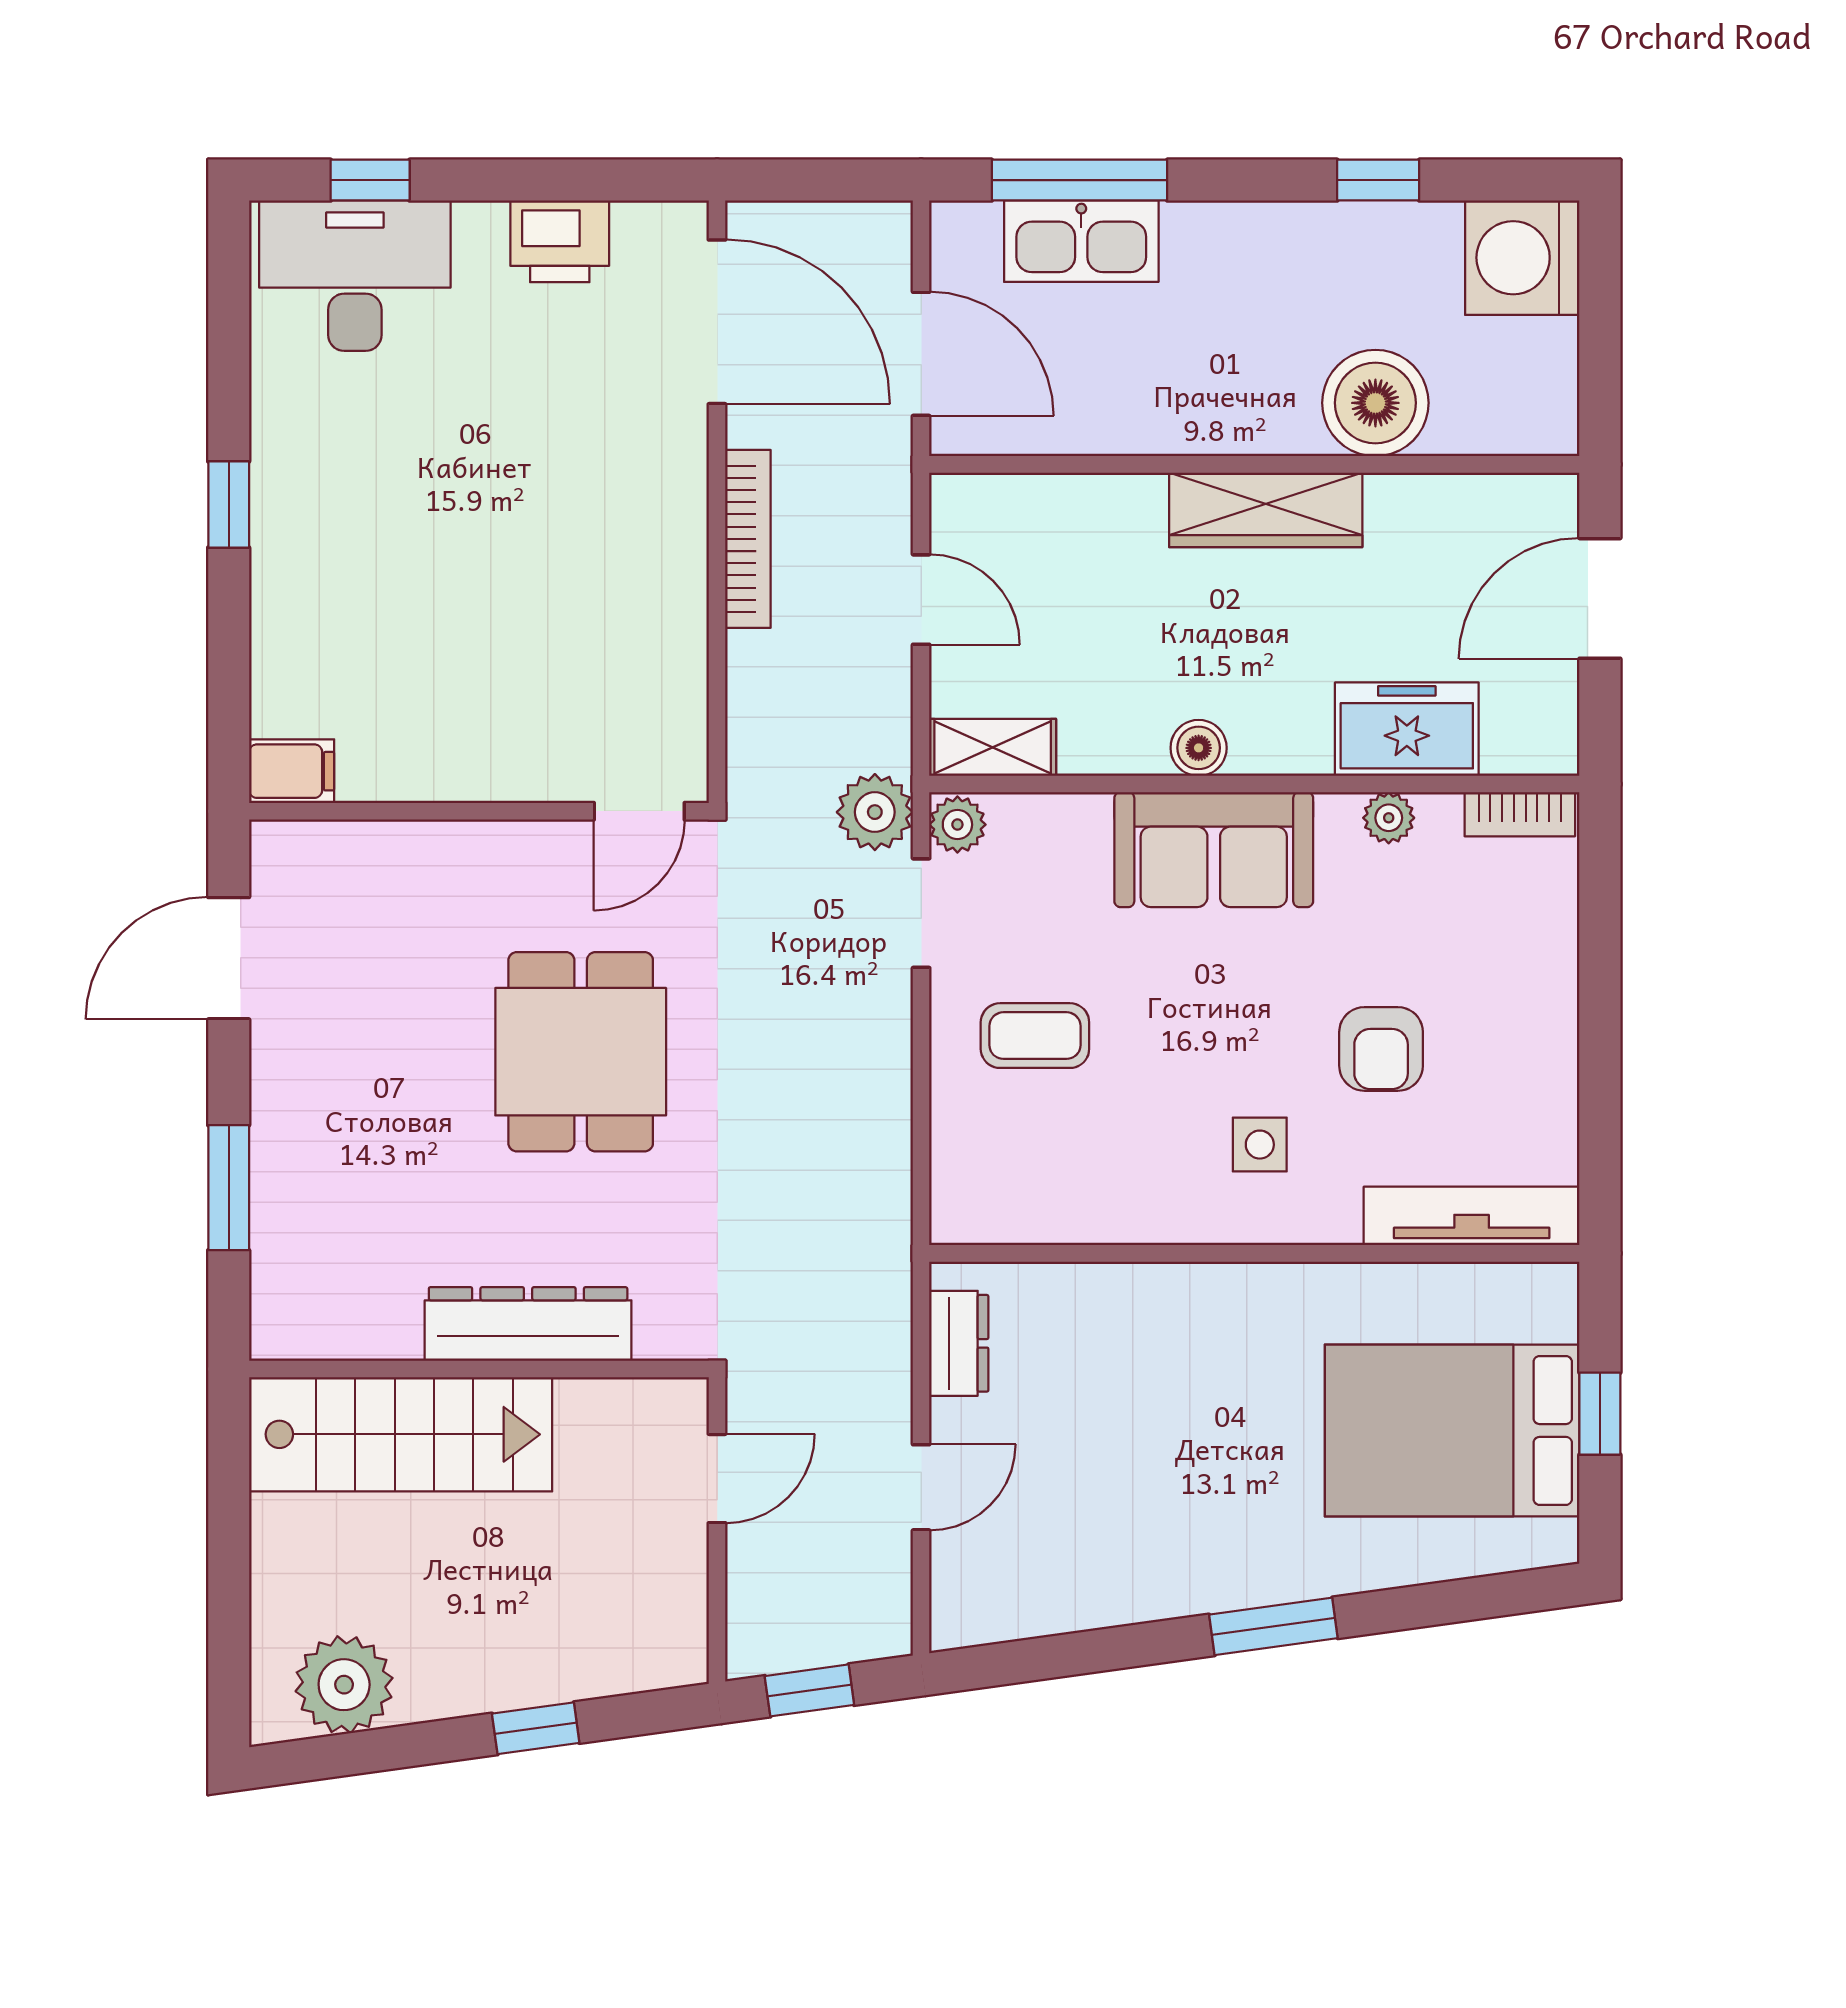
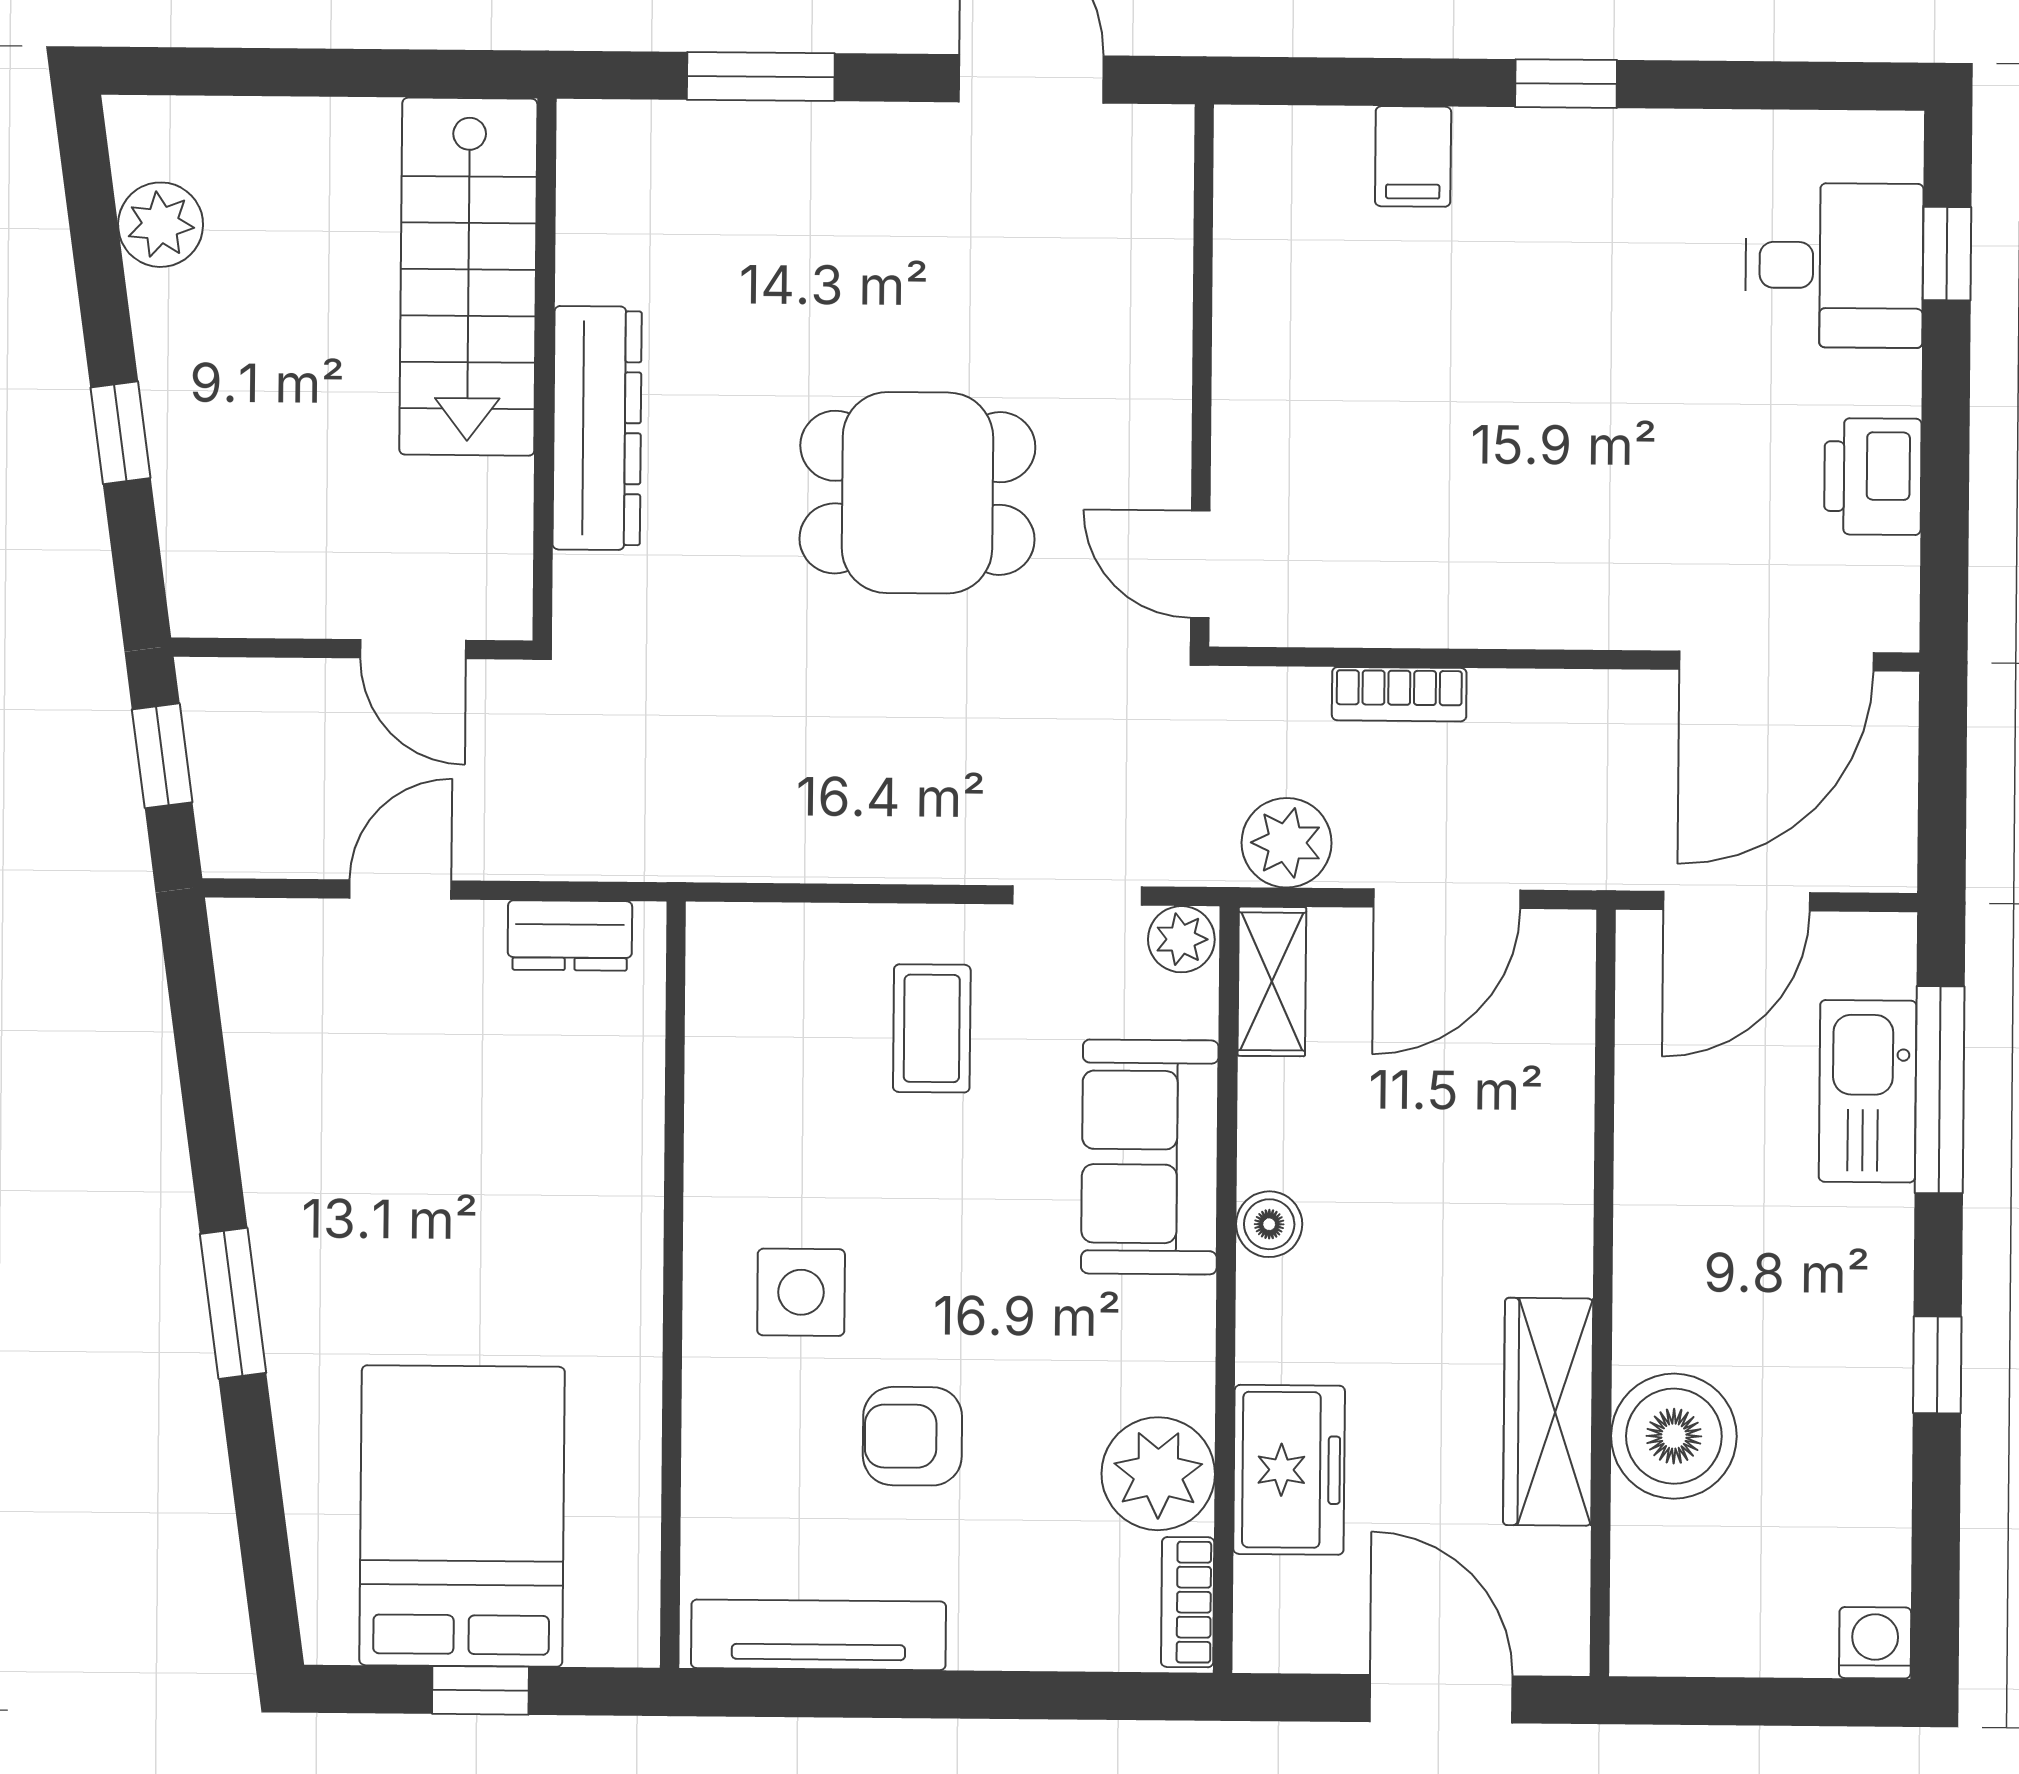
window: (1378, 180) -> (1937, 1365), moved
washing machine: (1522, 258) -> (1875, 1643), width x0.53, depth x0.53
desk: (355, 276) -> (1834, 265), width x0.73
wardrobe: (1266, 510) -> (1548, 1412), moved
bookcase: (748, 539) -> (1399, 694), moved, width x0.64
door: (921, 600) -> (1447, 899), width x1.38
filing cabinet: (292, 771) -> (1413, 156), moved
plant: (875, 812) -> (1287, 843), moved
plant: (1389, 818) -> (1158, 1474), width x1.88, depth x1.88
sofa: (1214, 850) -> (1150, 1157), moved
side table: (1260, 1145) -> (801, 1292), width x1.37, depth x1.37
tv unit: (1472, 1216) -> (819, 1635), moved, turned -90
door: (921, 1487) -> (400, 890), swing flipped
plant: (344, 1685) -> (161, 225), width x0.73, depth x0.73

